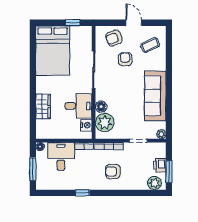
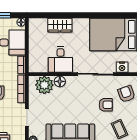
nightstand: (86, 125) -> (122, 67), moved

